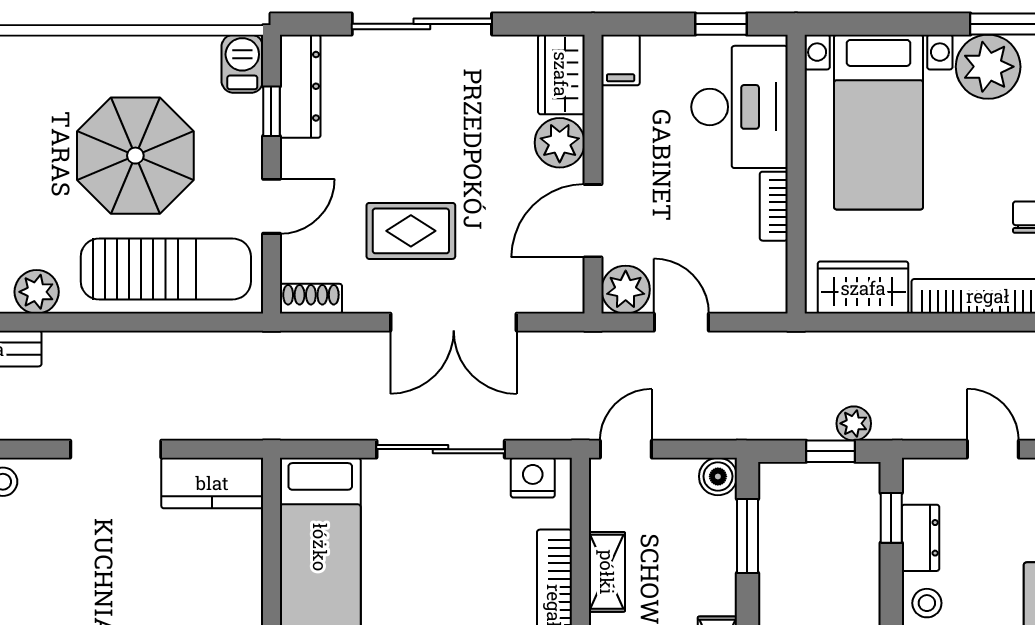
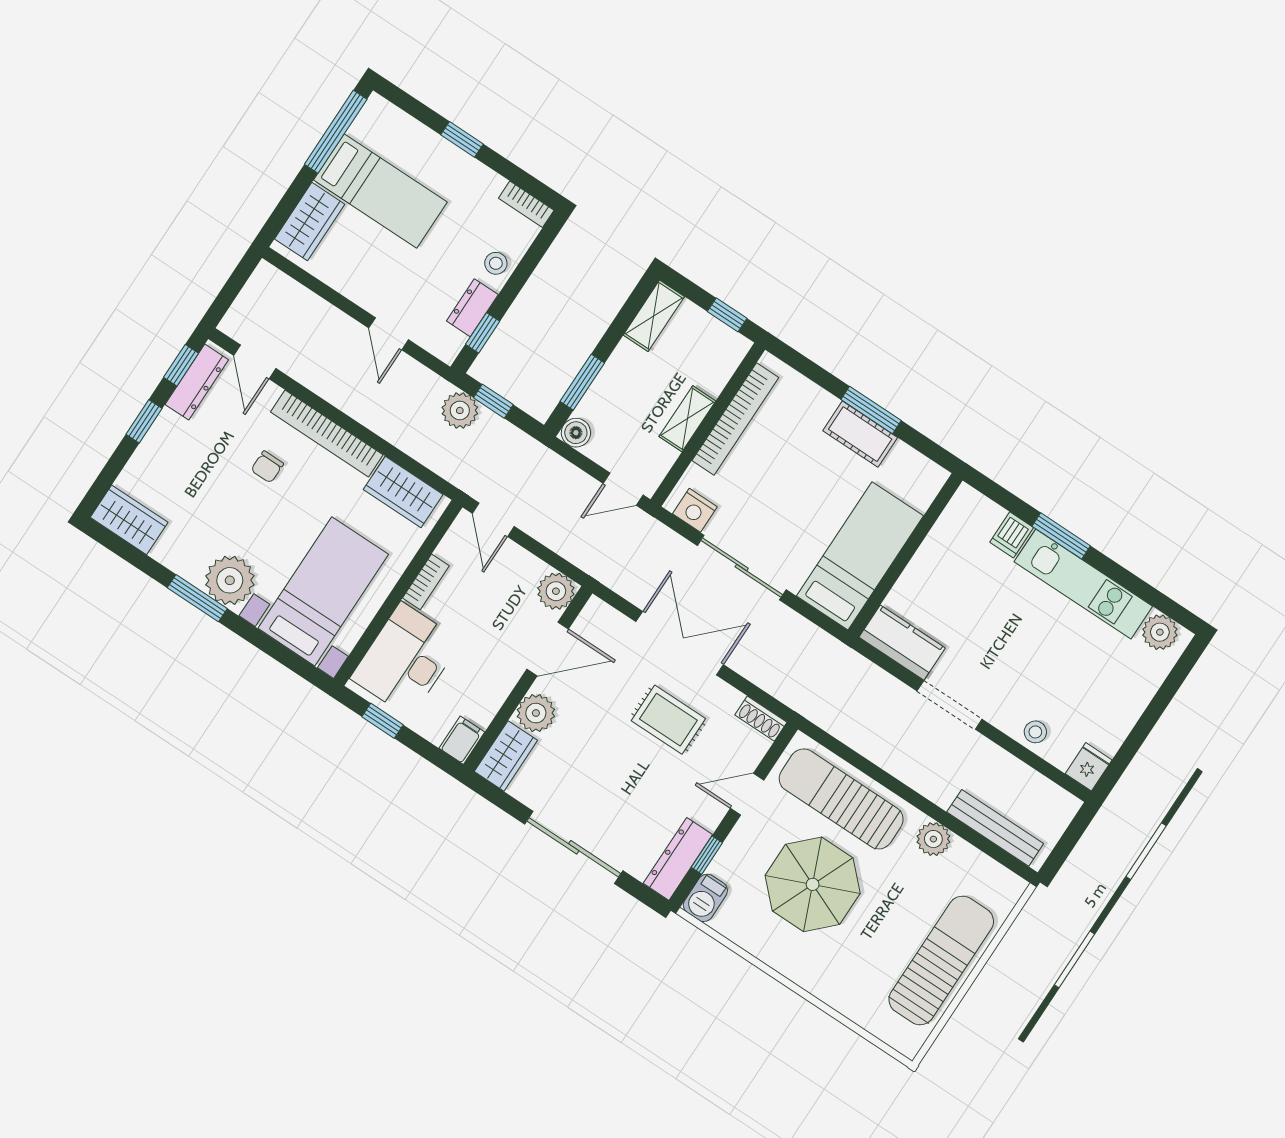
door: (681, 322) -> (493, 520), moved
plant: (854, 423) -> (460, 410), width x1.38, depth x1.38

